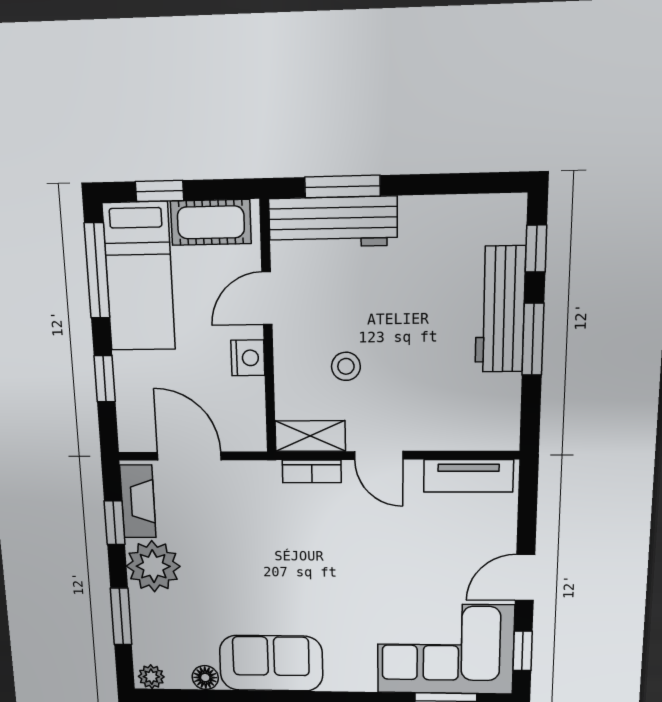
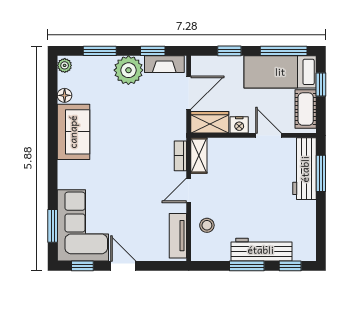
stool: (346, 366) -> (207, 225), moved
wardrobe: (245, 415) -> (210, 122), added

